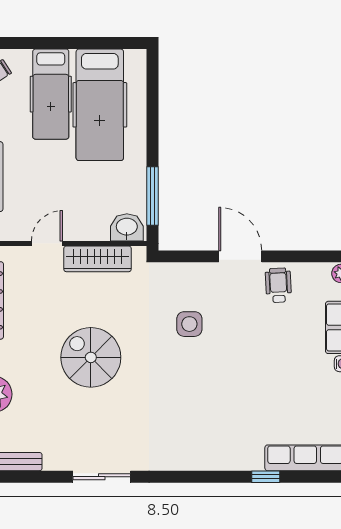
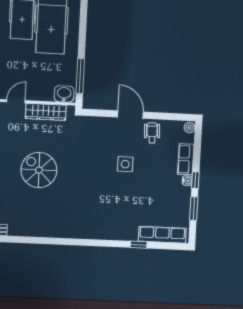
side table: (189, 324) -> (125, 164), moved
sliding door: (102, 477) -> (42, 241), removed

